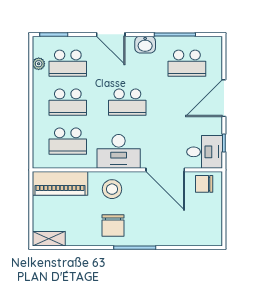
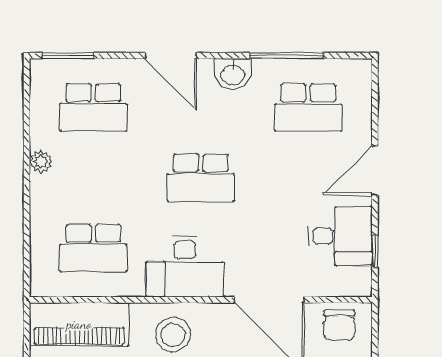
plant: (39, 64) -> (41, 162), moved
door: (224, 98) -> (375, 171), width x0.73
school desk: (68, 102) -> (93, 178), removed
desk: (205, 152) -> (340, 236), moved
chair: (204, 184) -> (339, 325), turned -90

